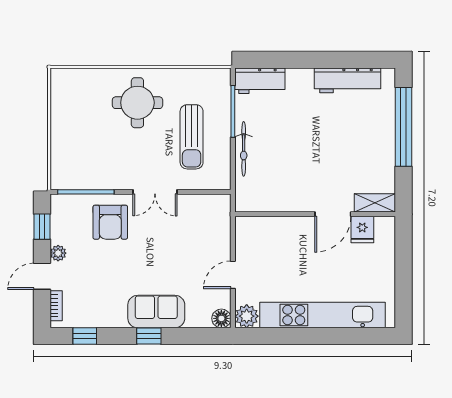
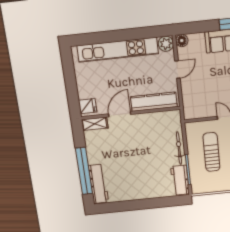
workbench: (348, 80) -> (98, 184), moved, turned 90
workbench: (260, 81) -> (180, 180), moved, turned -90
kitchen counter: (276, 228) -> (154, 102), added
fridge: (362, 230) -> (88, 106), moved, turned 90

